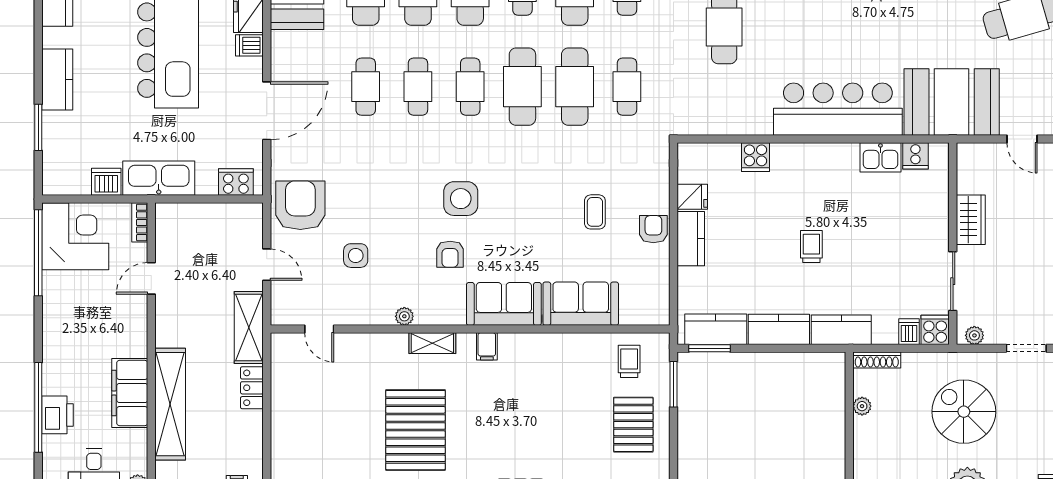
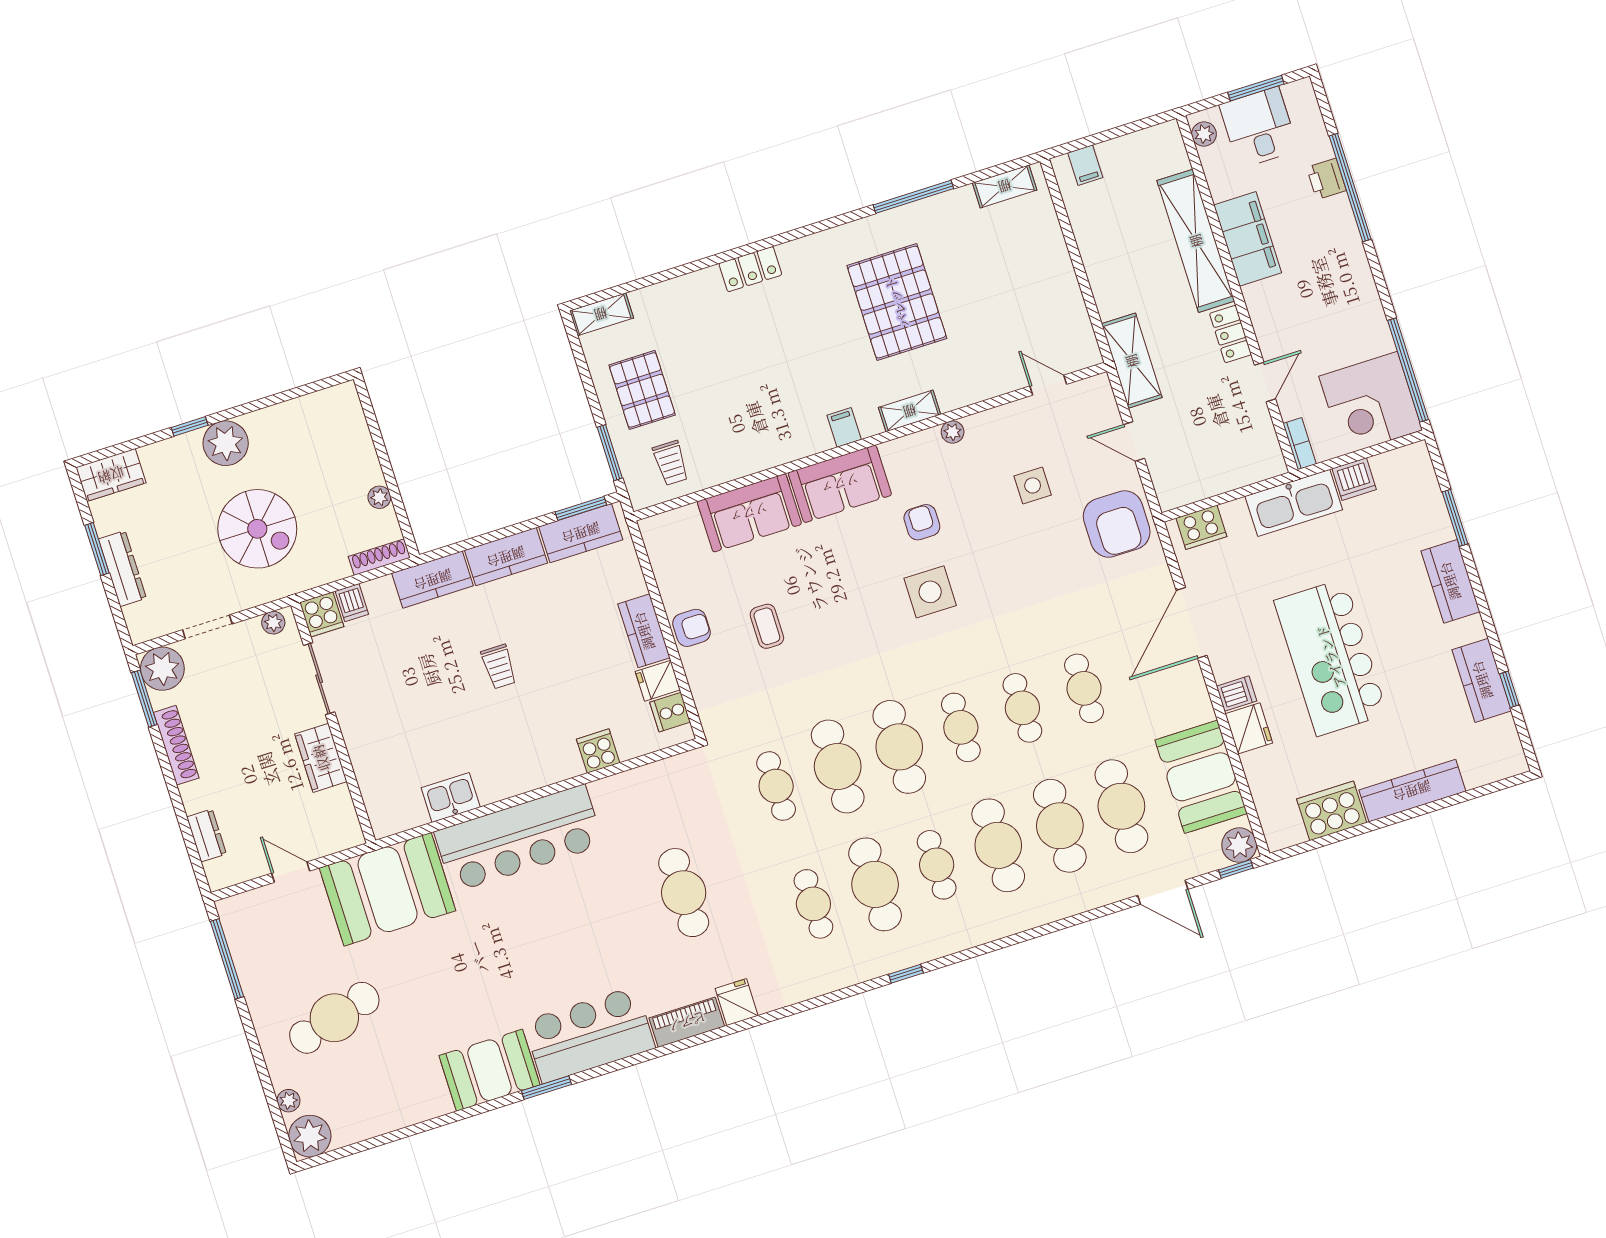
cooker: (915, 156) -> (670, 712), moved, turned -90
armchair: (653, 229) -> (692, 628), turned -90
locker: (252, 388) -> (1231, 334), moved, turned 180
printer: (57, 415) -> (1326, 179), width x0.73, depth x0.81

